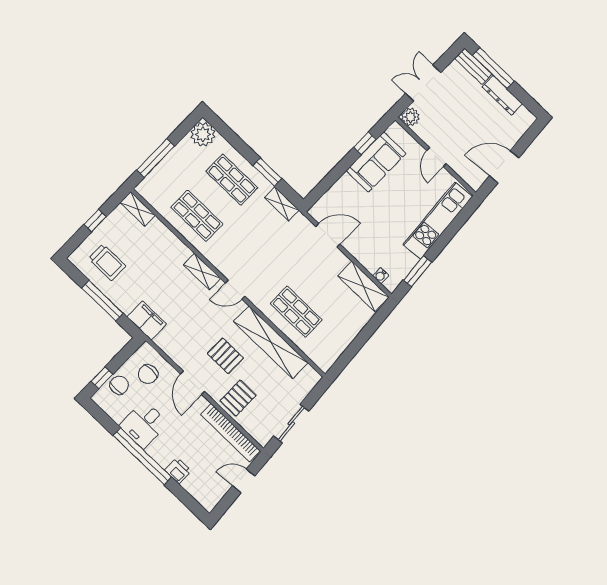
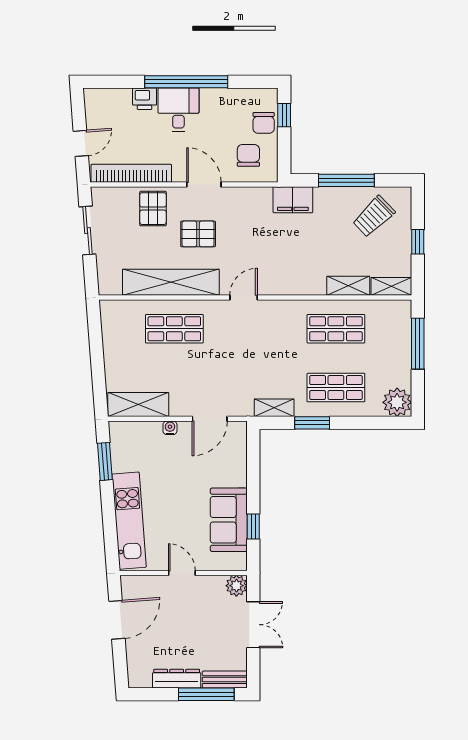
trolley: (107, 262) -> (374, 217), turned -44
shelving: (202, 272) -> (348, 286), moved
water cooler: (381, 276) -> (170, 428), moved
desk: (144, 424) -> (178, 110), moved

